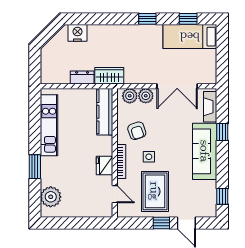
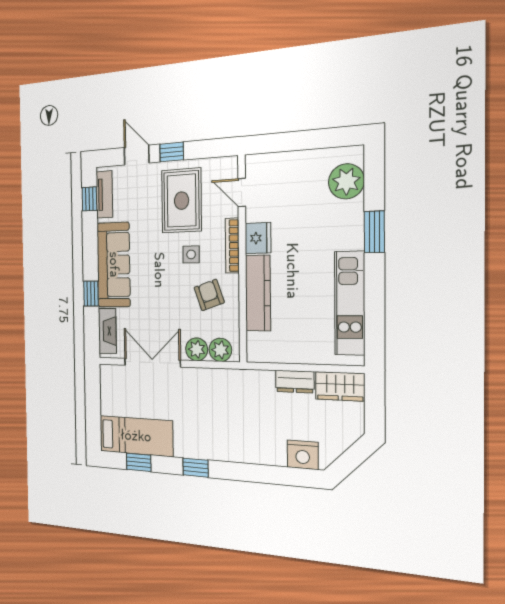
wardrobe: (109, 76) -> (340, 386), moved
kitchen counter: (105, 112) -> (258, 293), moved
tv unit: (211, 199) -> (104, 194), added

